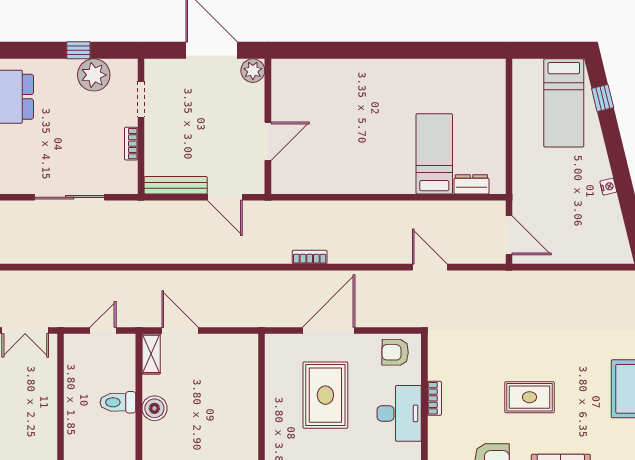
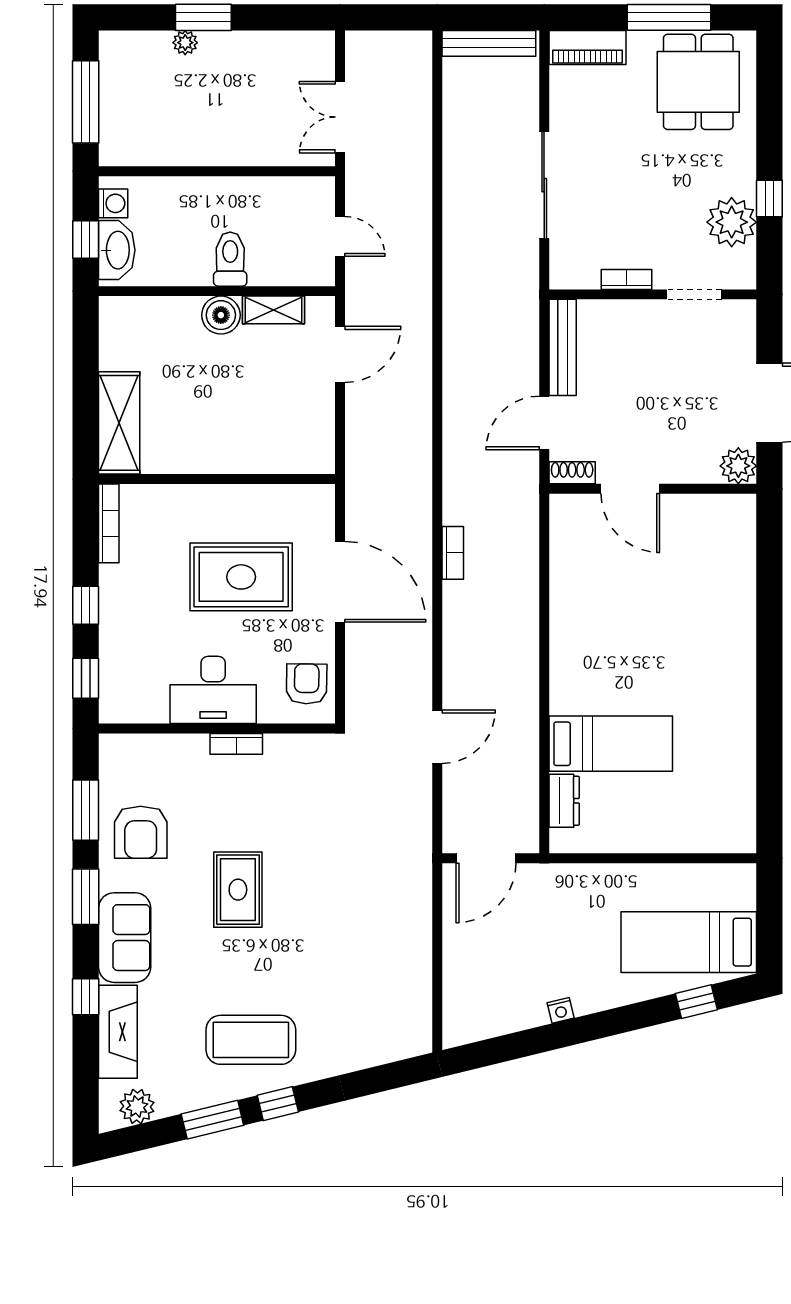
shoe rack: (257, 179) -> (572, 473), added
shelving: (151, 354) -> (273, 310), moved

